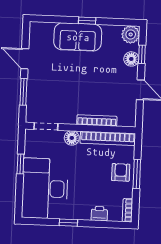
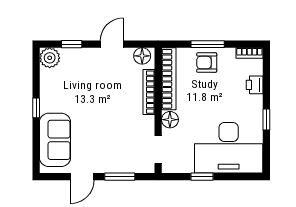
sofa: (78, 37) -> (55, 140), moved
floor lamp: (131, 59) -> (142, 56), moved

